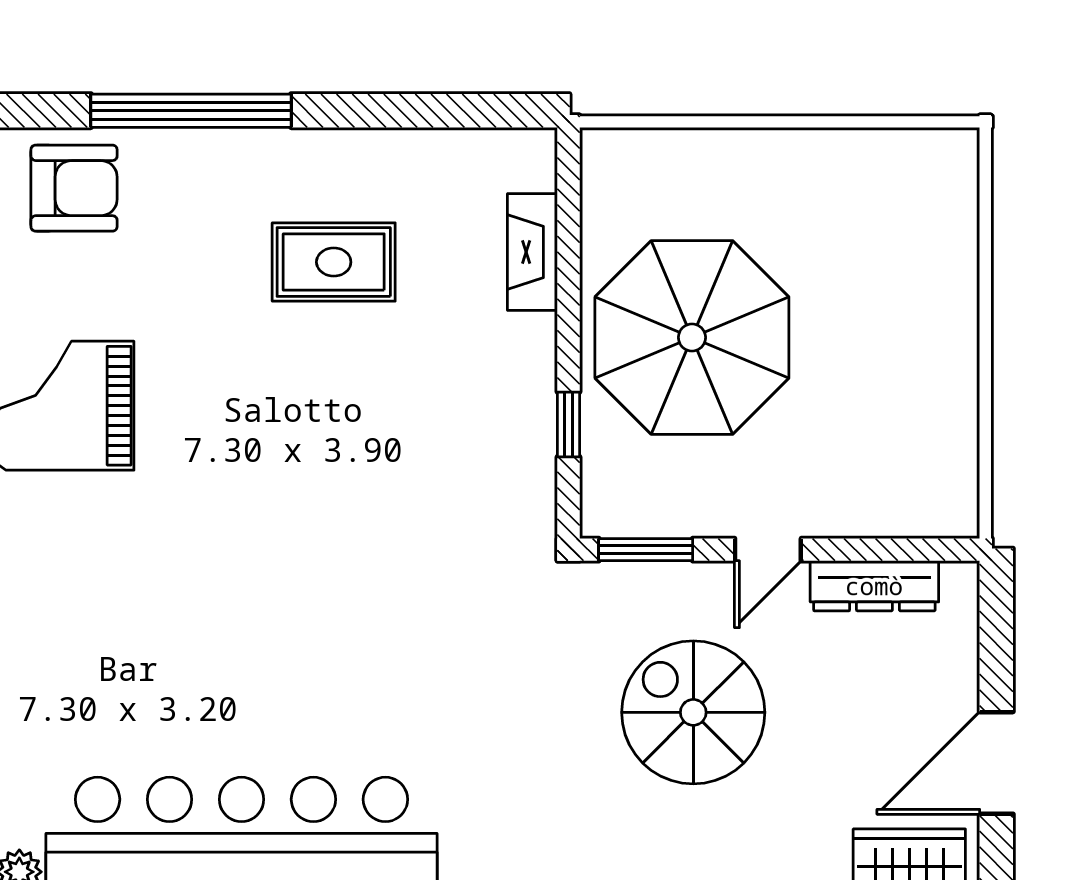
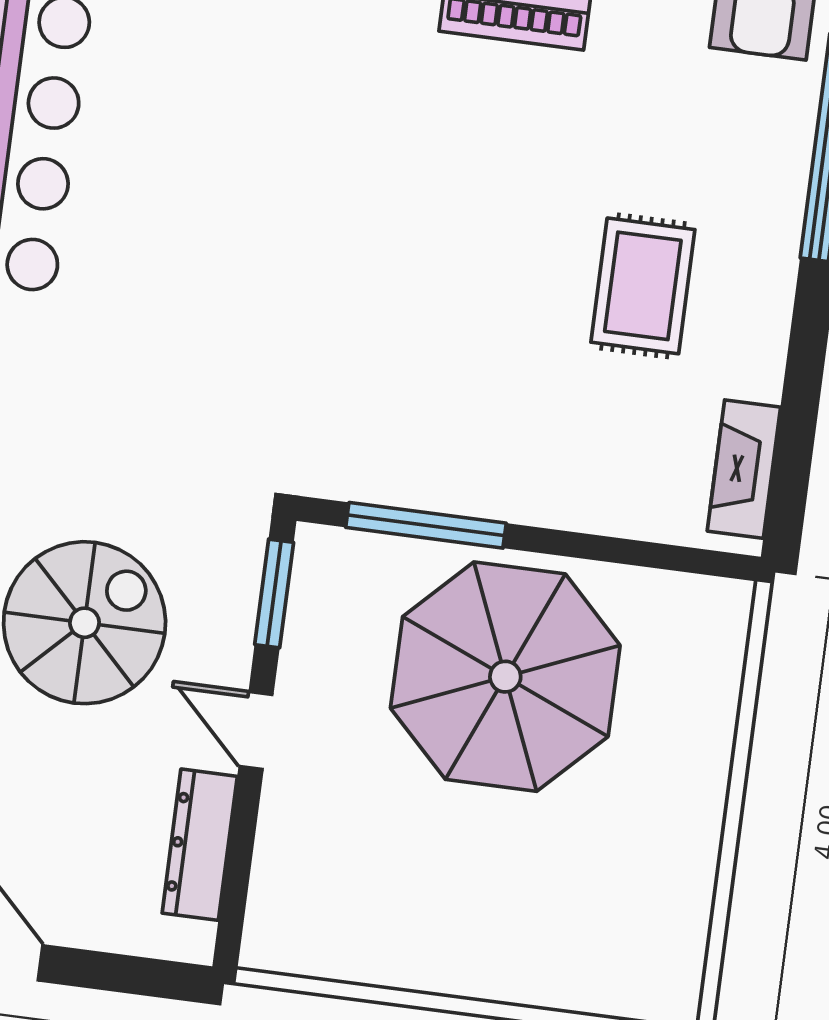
fireplace: (532, 252) -> (744, 469), moved, turned -90
window: (569, 424) -> (426, 525), width x2.17

